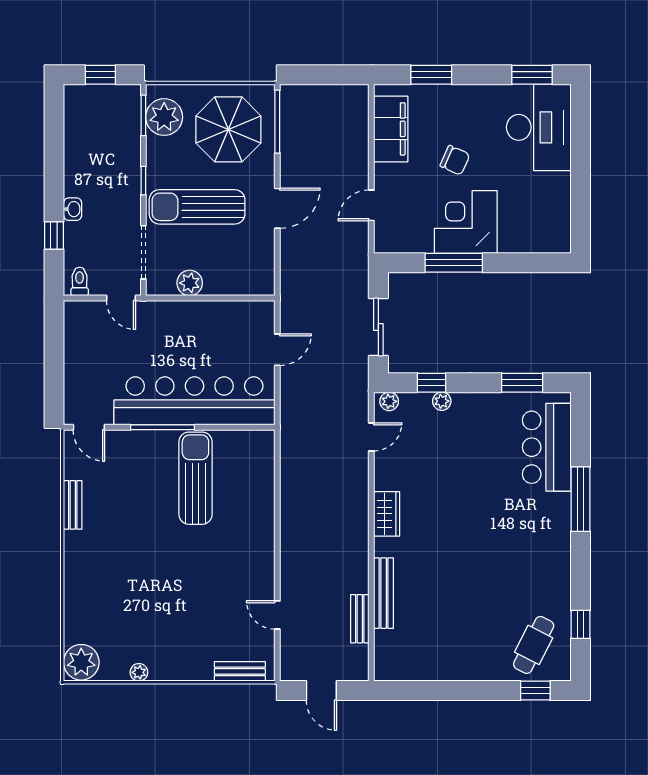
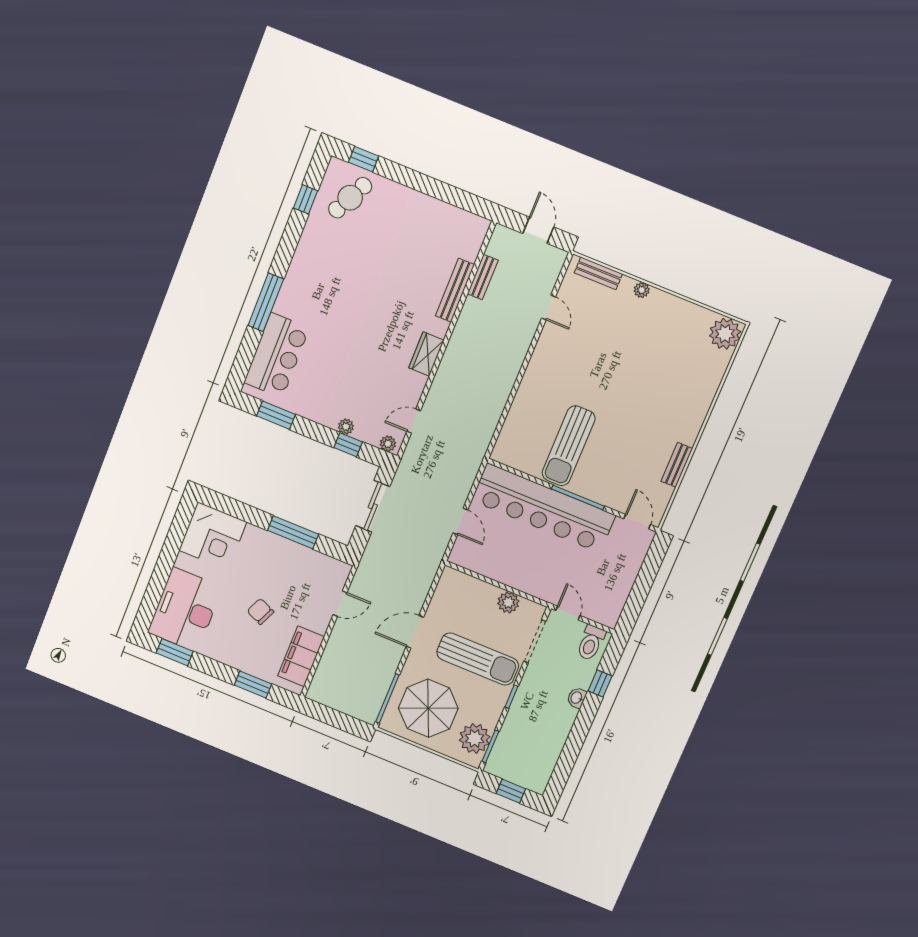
corner desk: (466, 222) -> (213, 536), moved
toilet: (80, 281) -> (591, 643), width x1.37, depth x1.39
door: (277, 350) -> (460, 521), swing flipped
plant: (139, 672) -> (642, 290), moved

